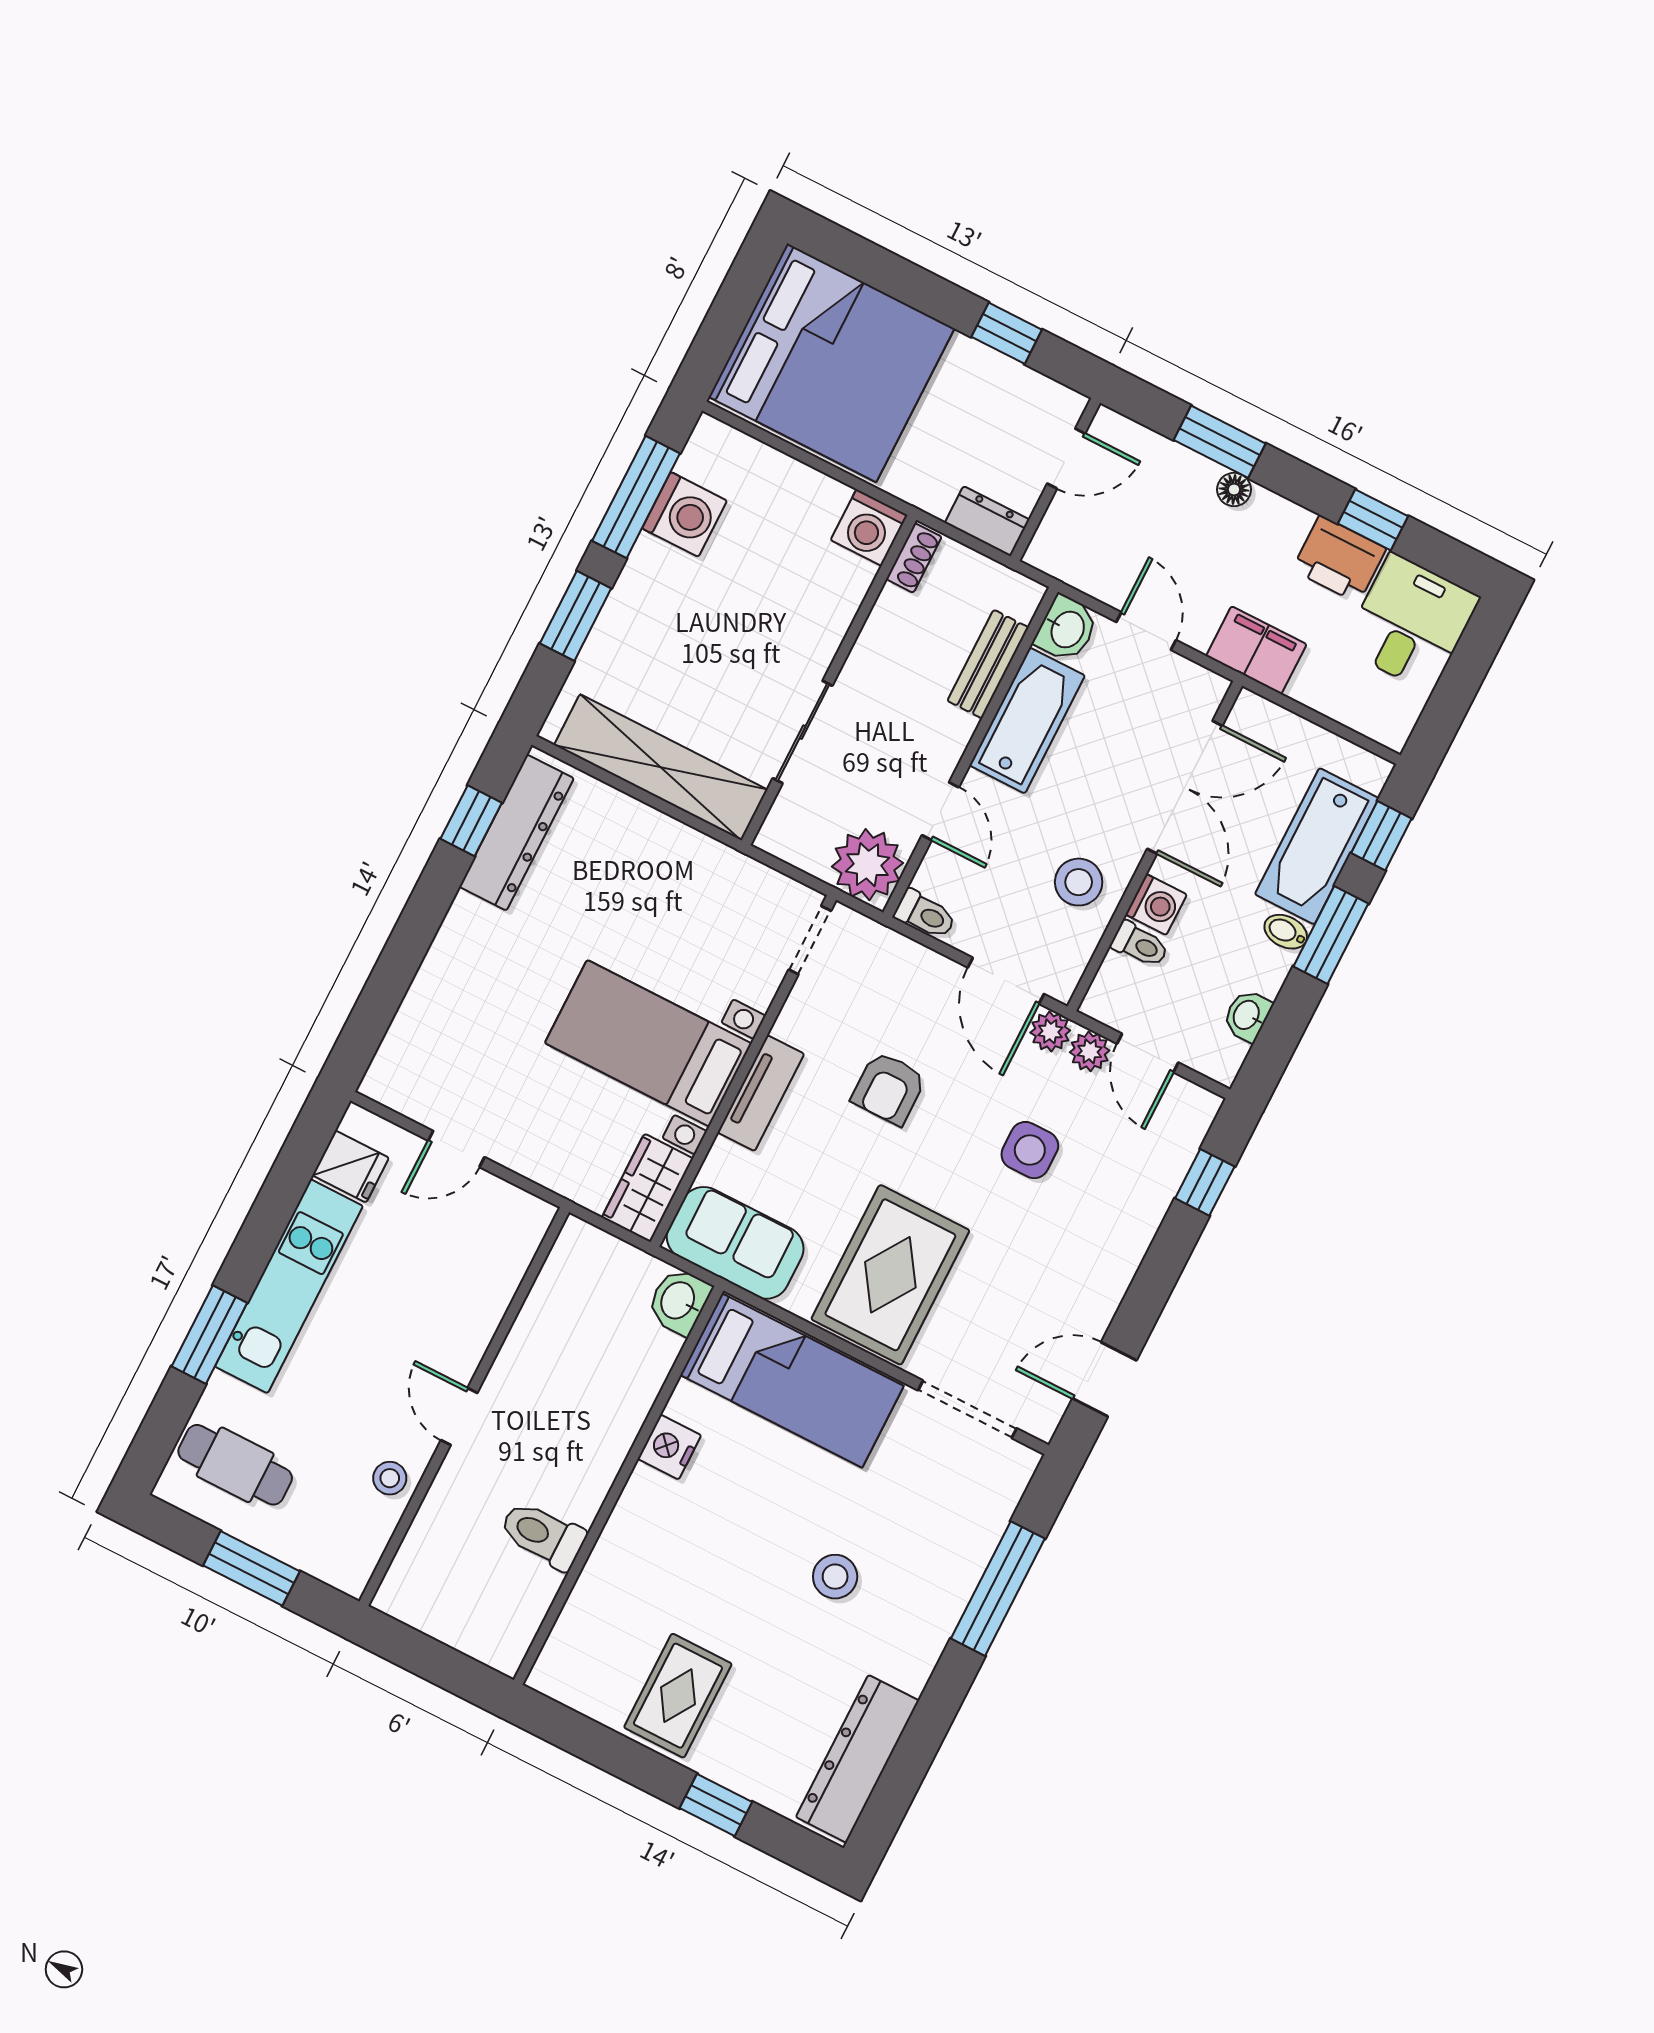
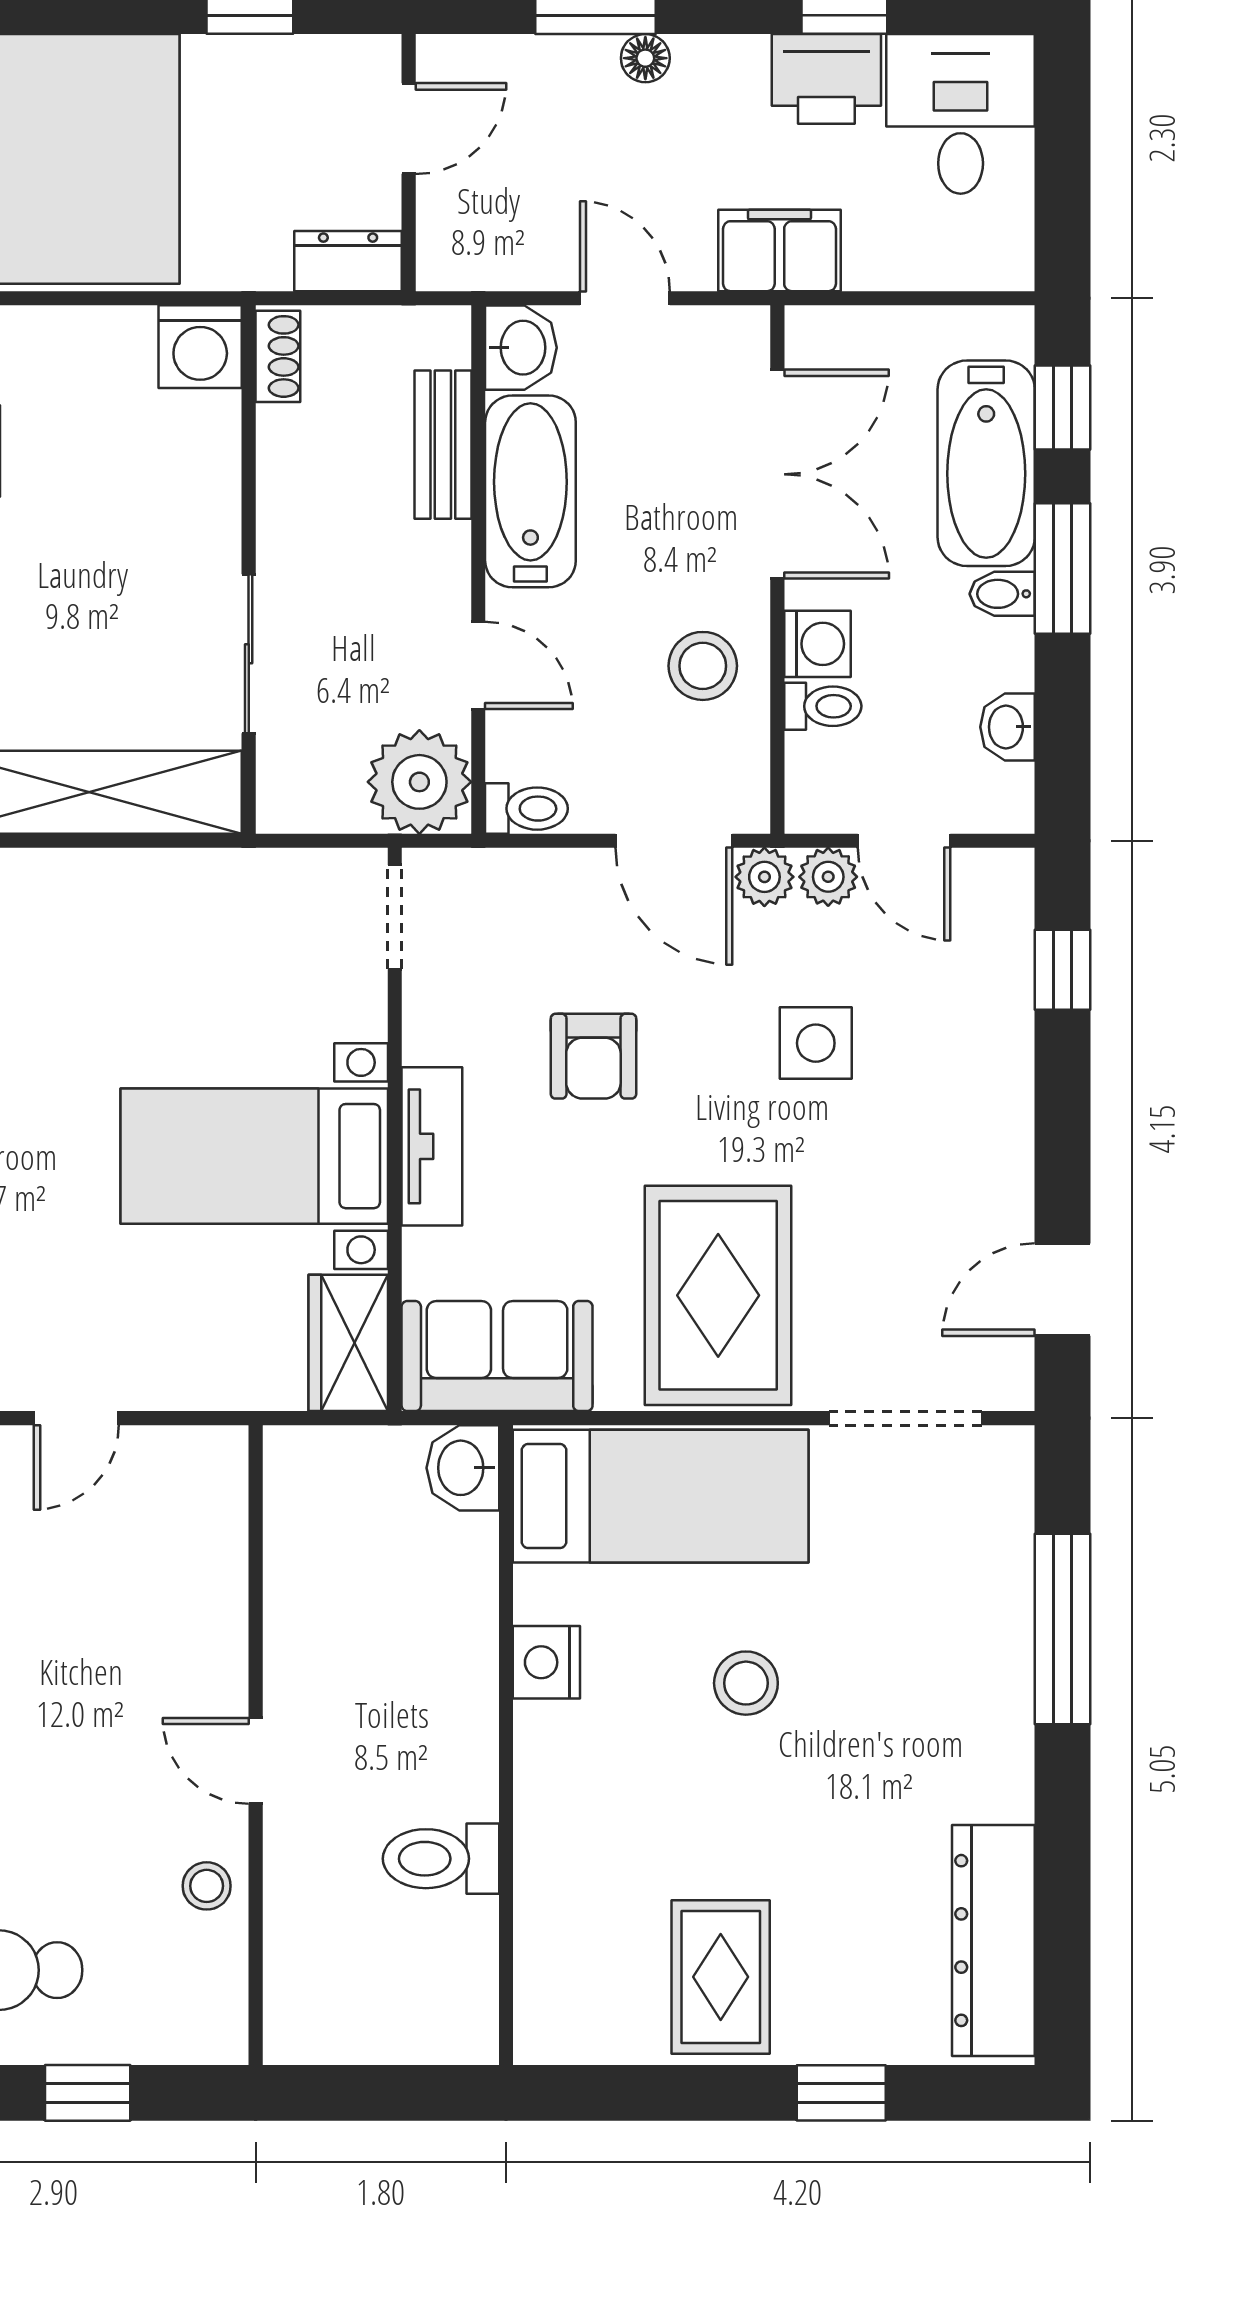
window: (251, 1568) -> (88, 2093), width x0.67
stool: (835, 1577) -> (746, 1683), moved

